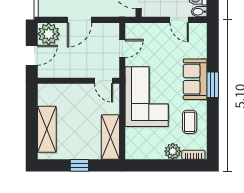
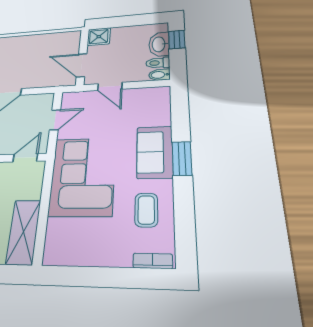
door: (179, 20) -> (110, 86), moved
door: (104, 81) -> (25, 158), swing flipped
plant: (173, 151) -> (118, 255), removed

